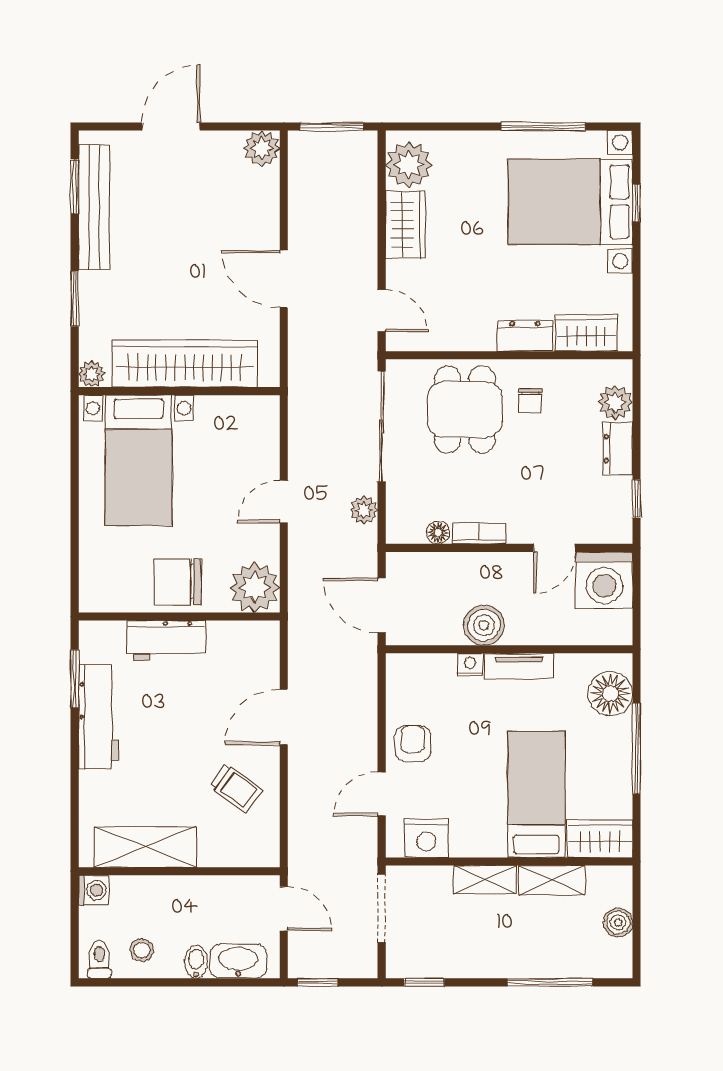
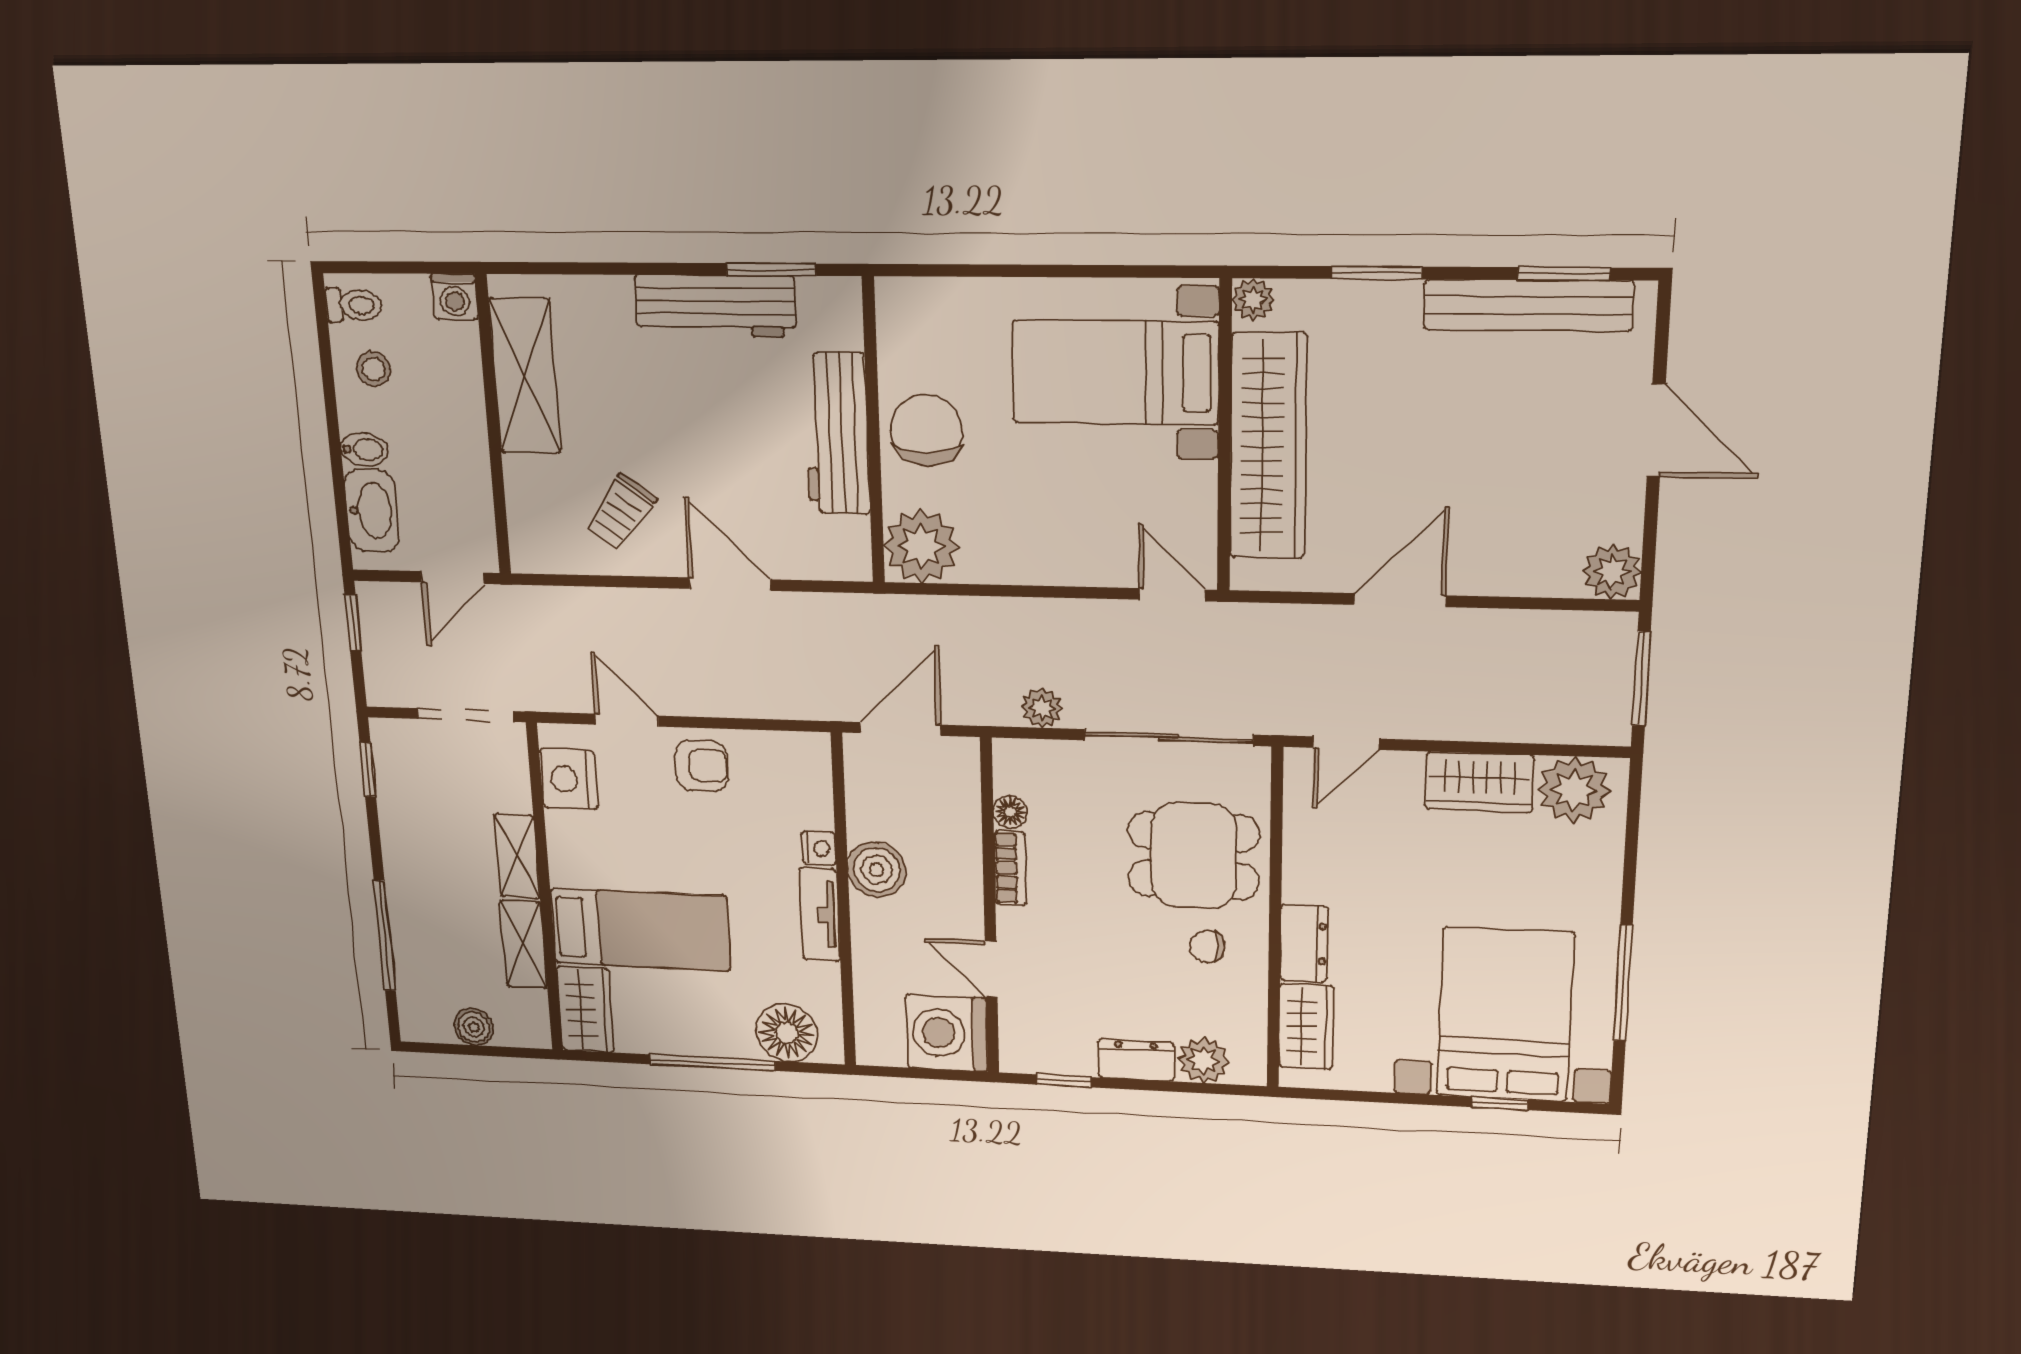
door: (284, 502) -> (1172, 595), moved
workbench: (166, 640) -> (837, 433), width x1.38

